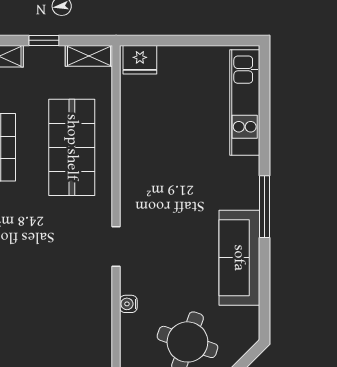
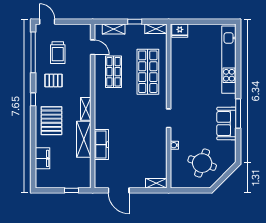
kitchen unit: (245, 102) -> (229, 60), width x1.36
window: (264, 207) -> (238, 113), moved
sofa: (239, 258) -> (226, 124), width x0.73

